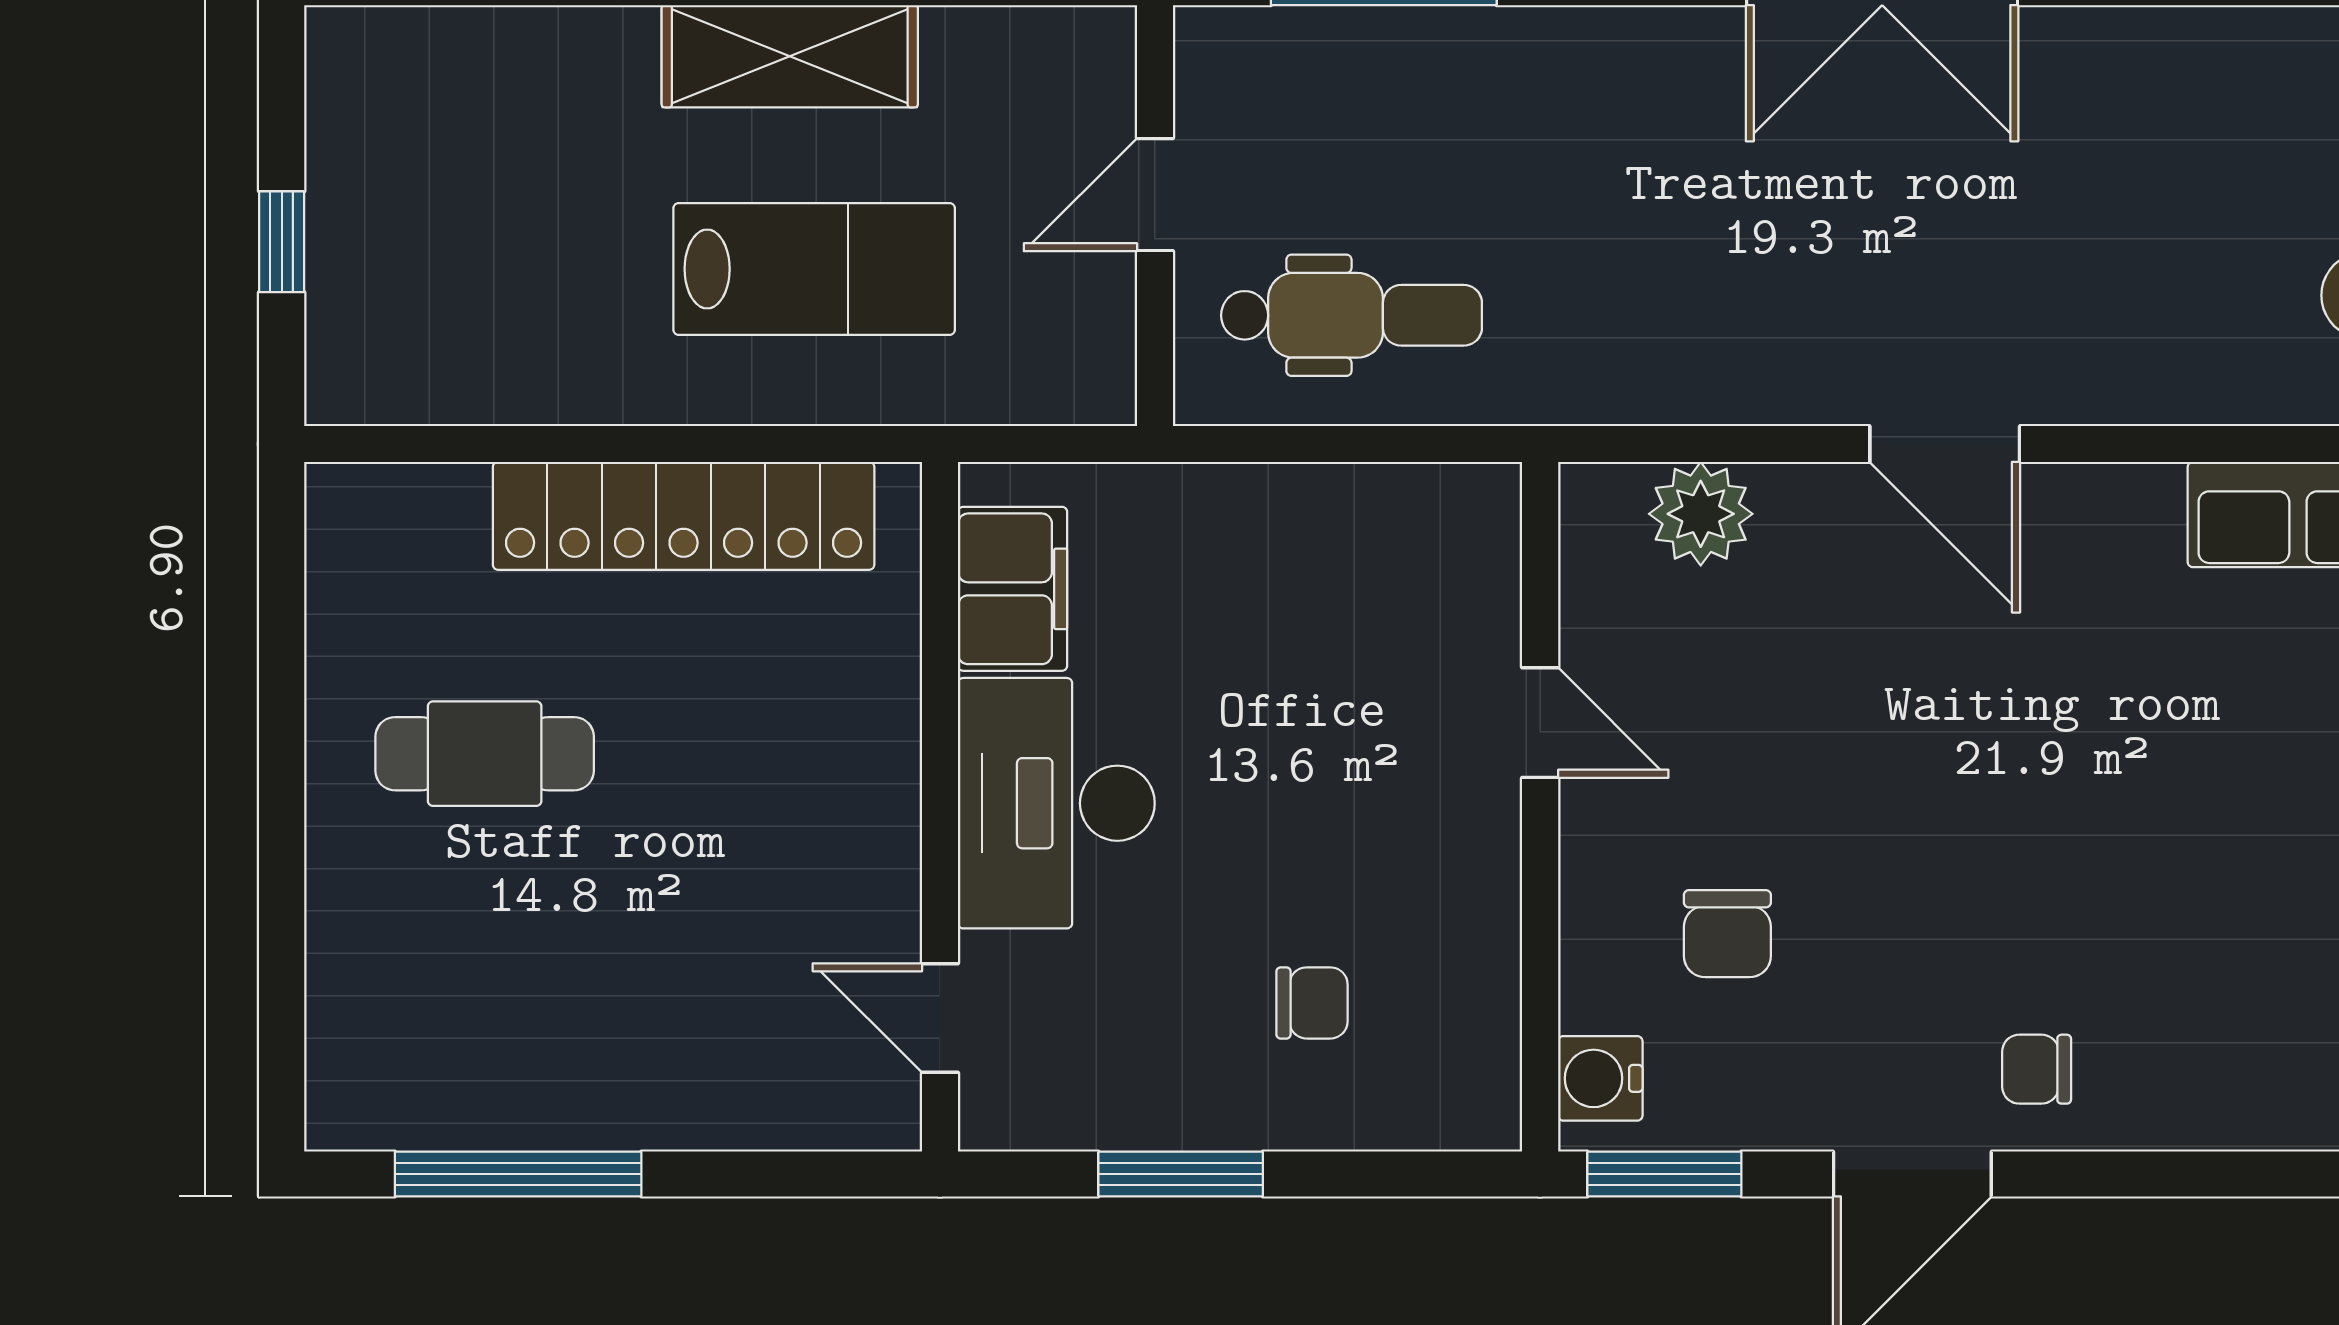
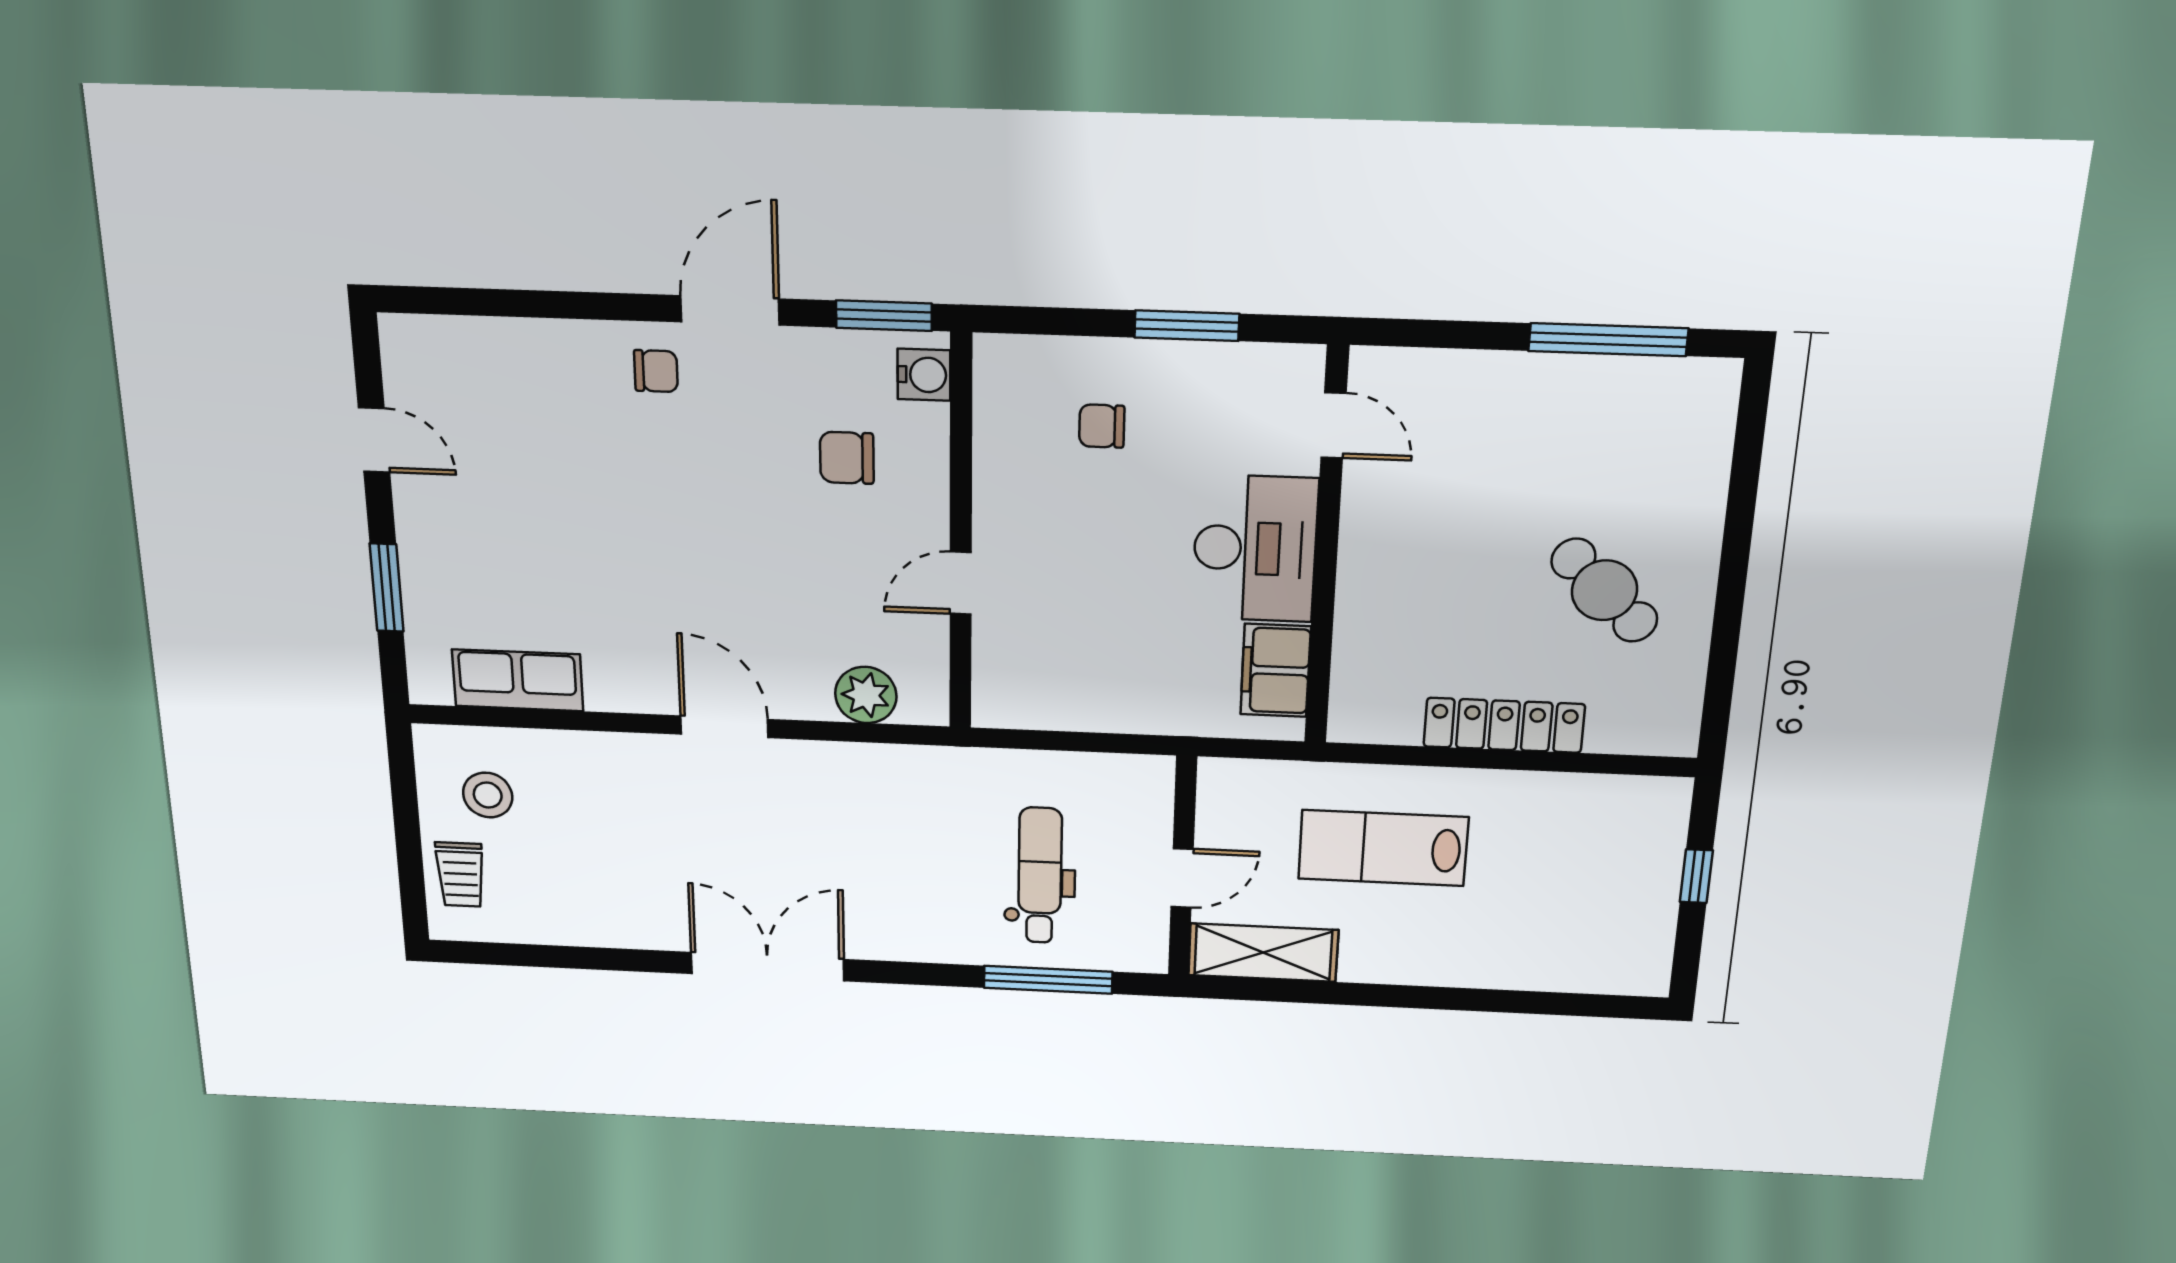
shelving: (790, 56) -> (1263, 953), moved
dental chair: (1352, 315) -> (1040, 876), moved, turned 90
locker: (684, 516) -> (1504, 725), width x0.71, depth x0.83
door: (1540, 723) -> (961, 583), hinge flipped
cafe table: (485, 754) -> (1604, 590), turned 44
chair: (1727, 934) -> (847, 458), turned -90

